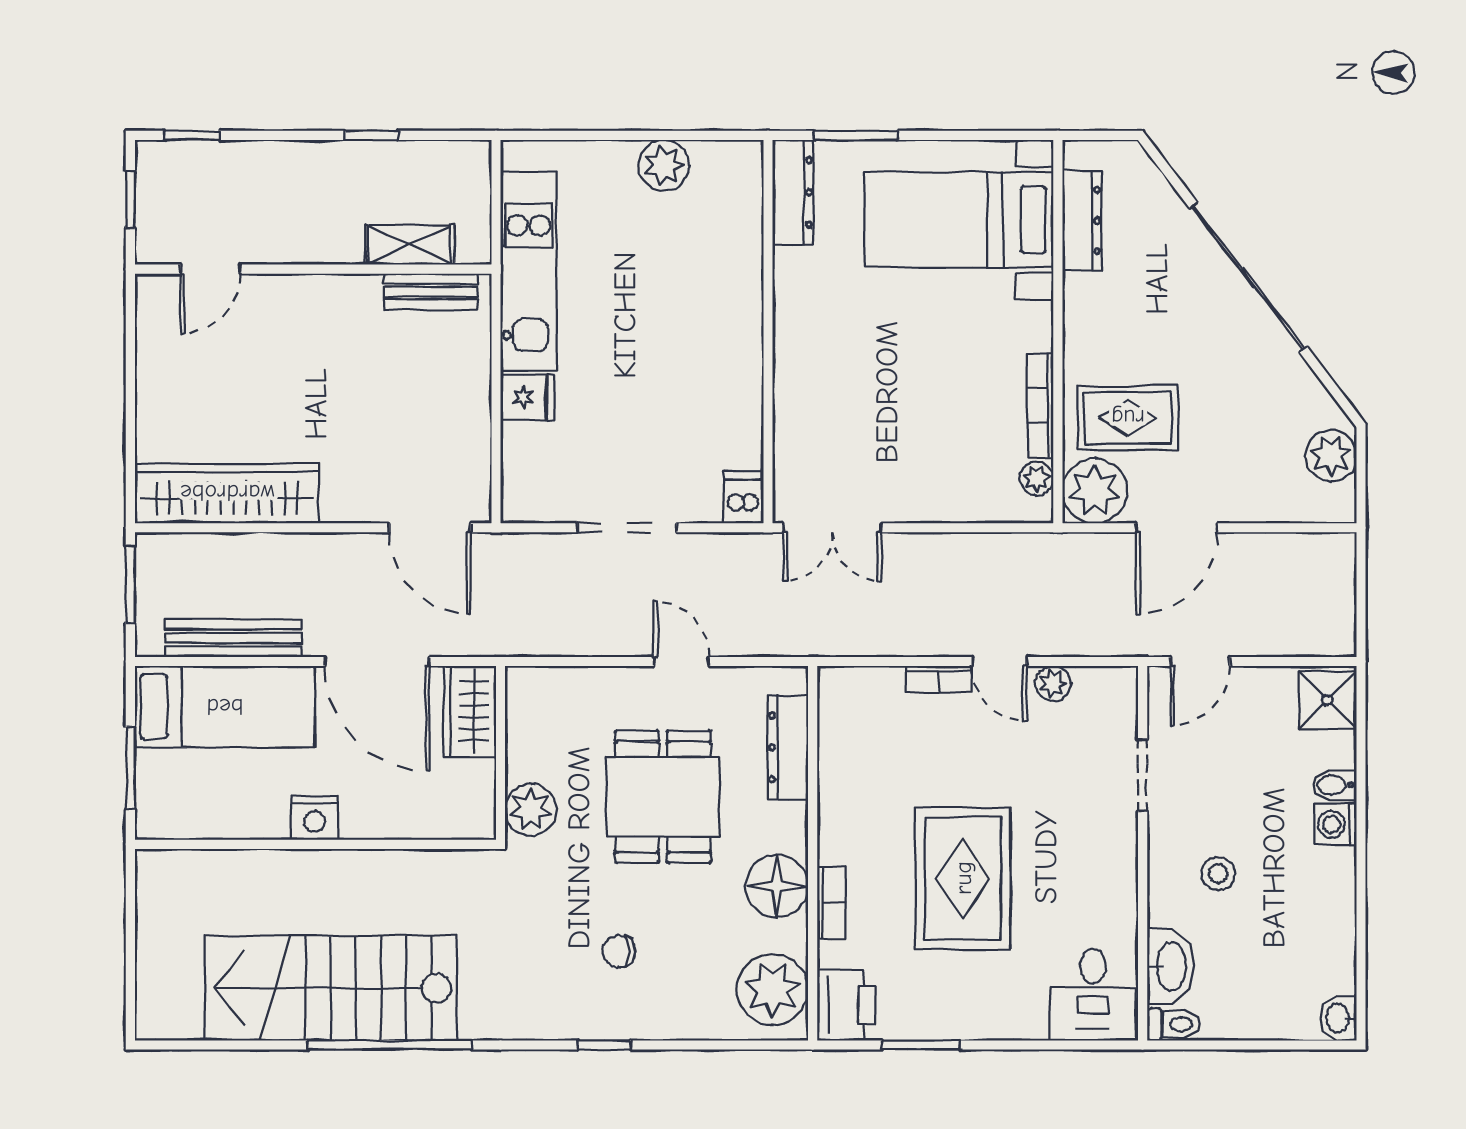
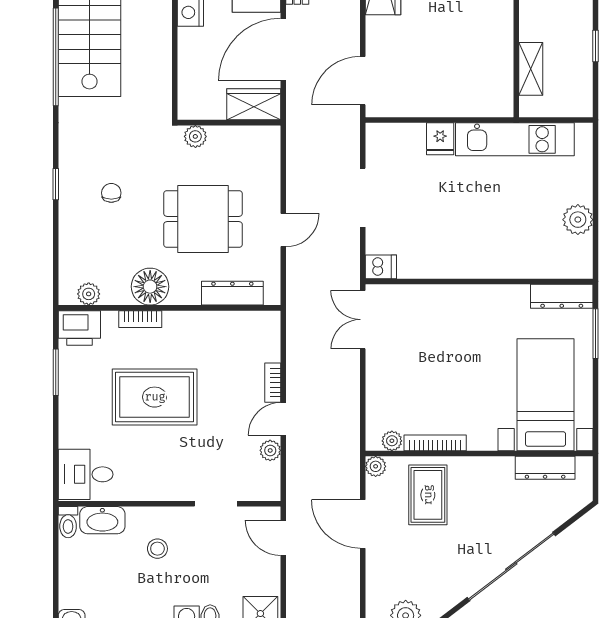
bench: (431, 291) -> (503, 81), removed
plant: (1095, 491) -> (376, 466), width x0.53, depth x0.53
plant: (531, 810) -> (195, 136), width x0.73, depth x0.73
plant: (773, 989) -> (89, 294), width x0.53, depth x0.53

